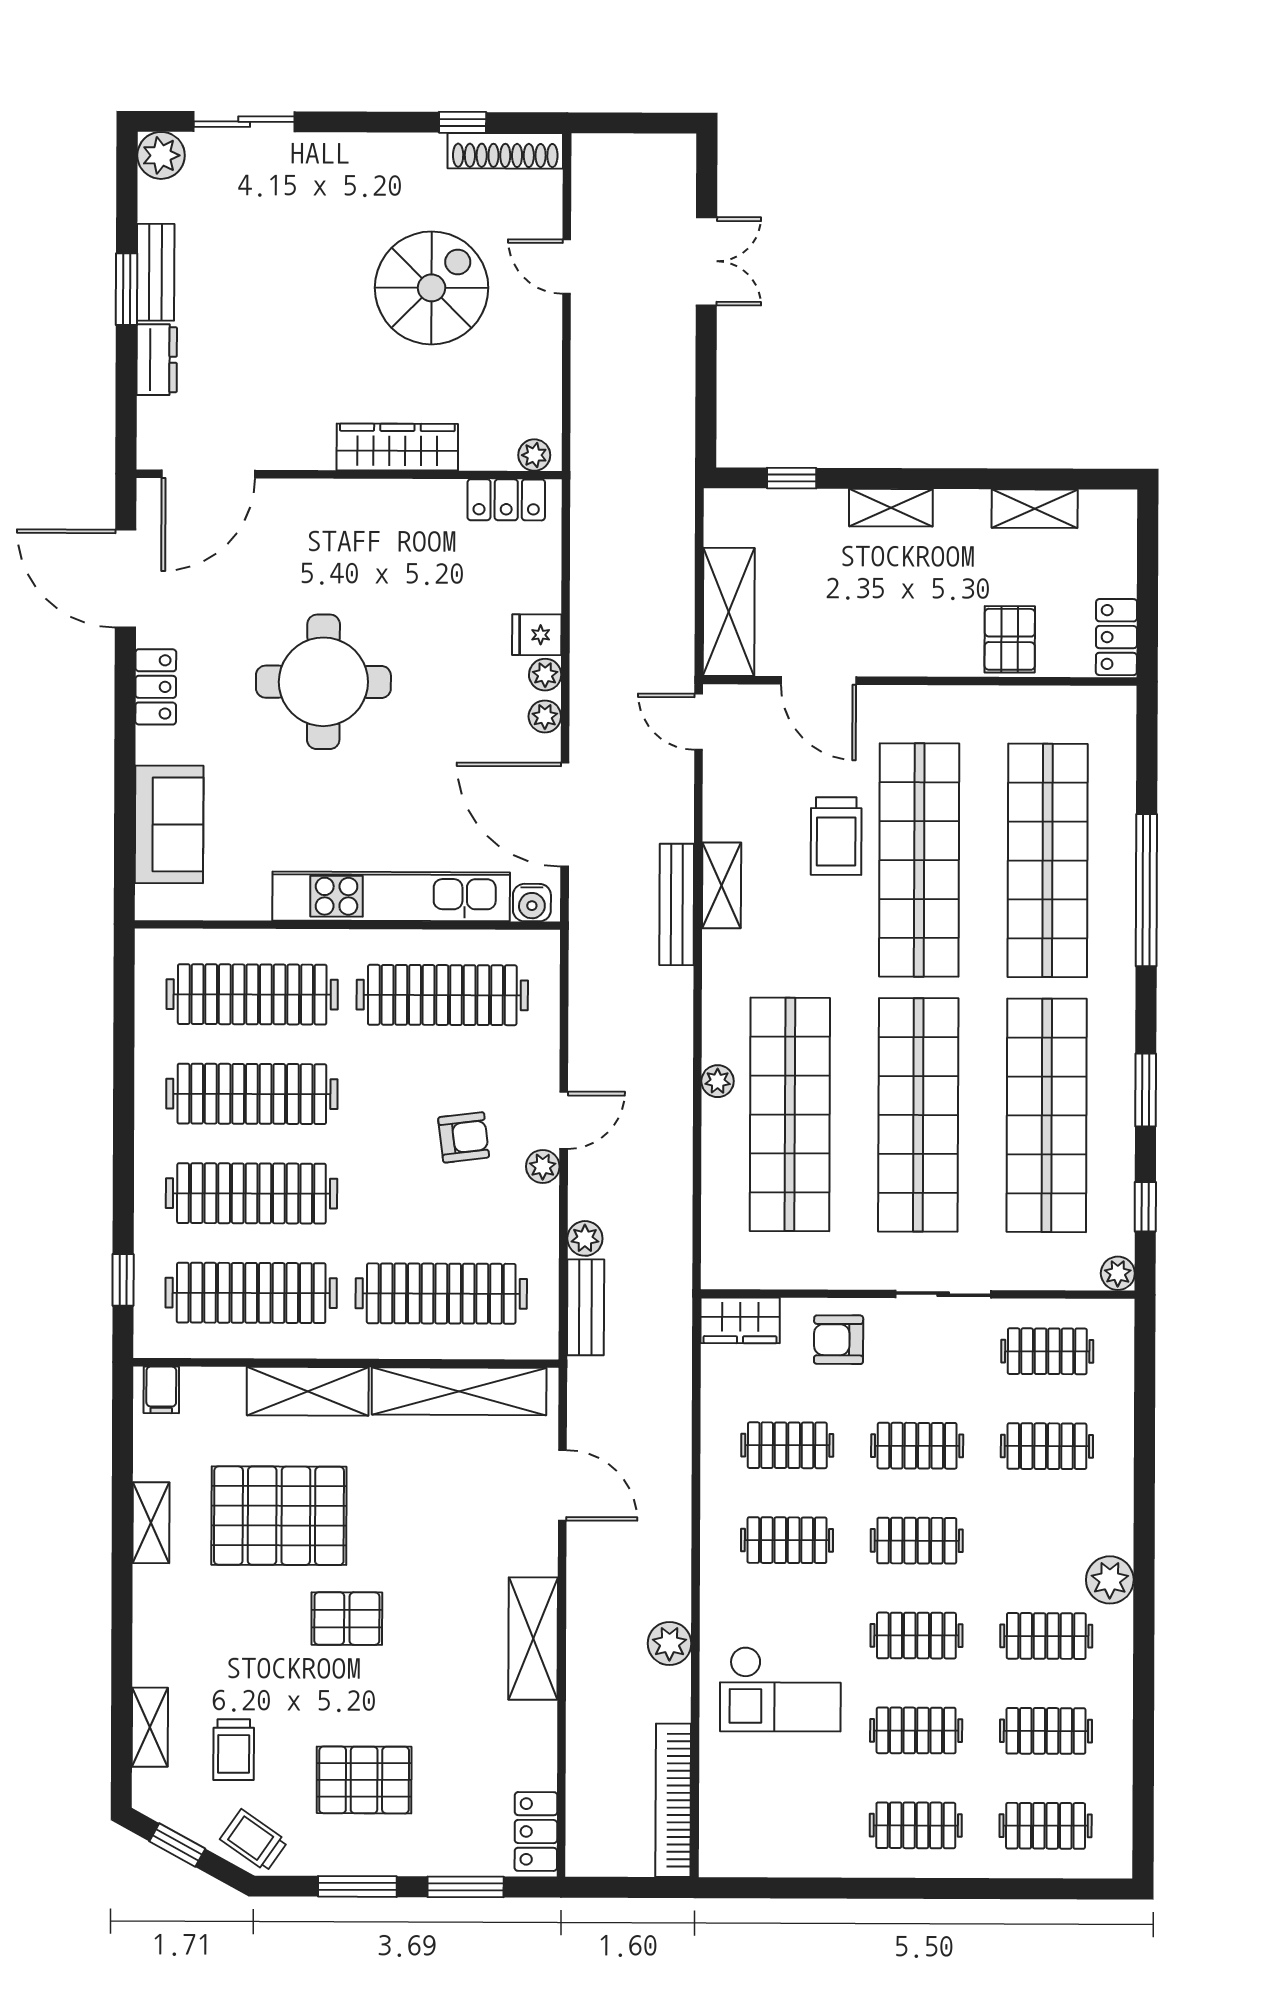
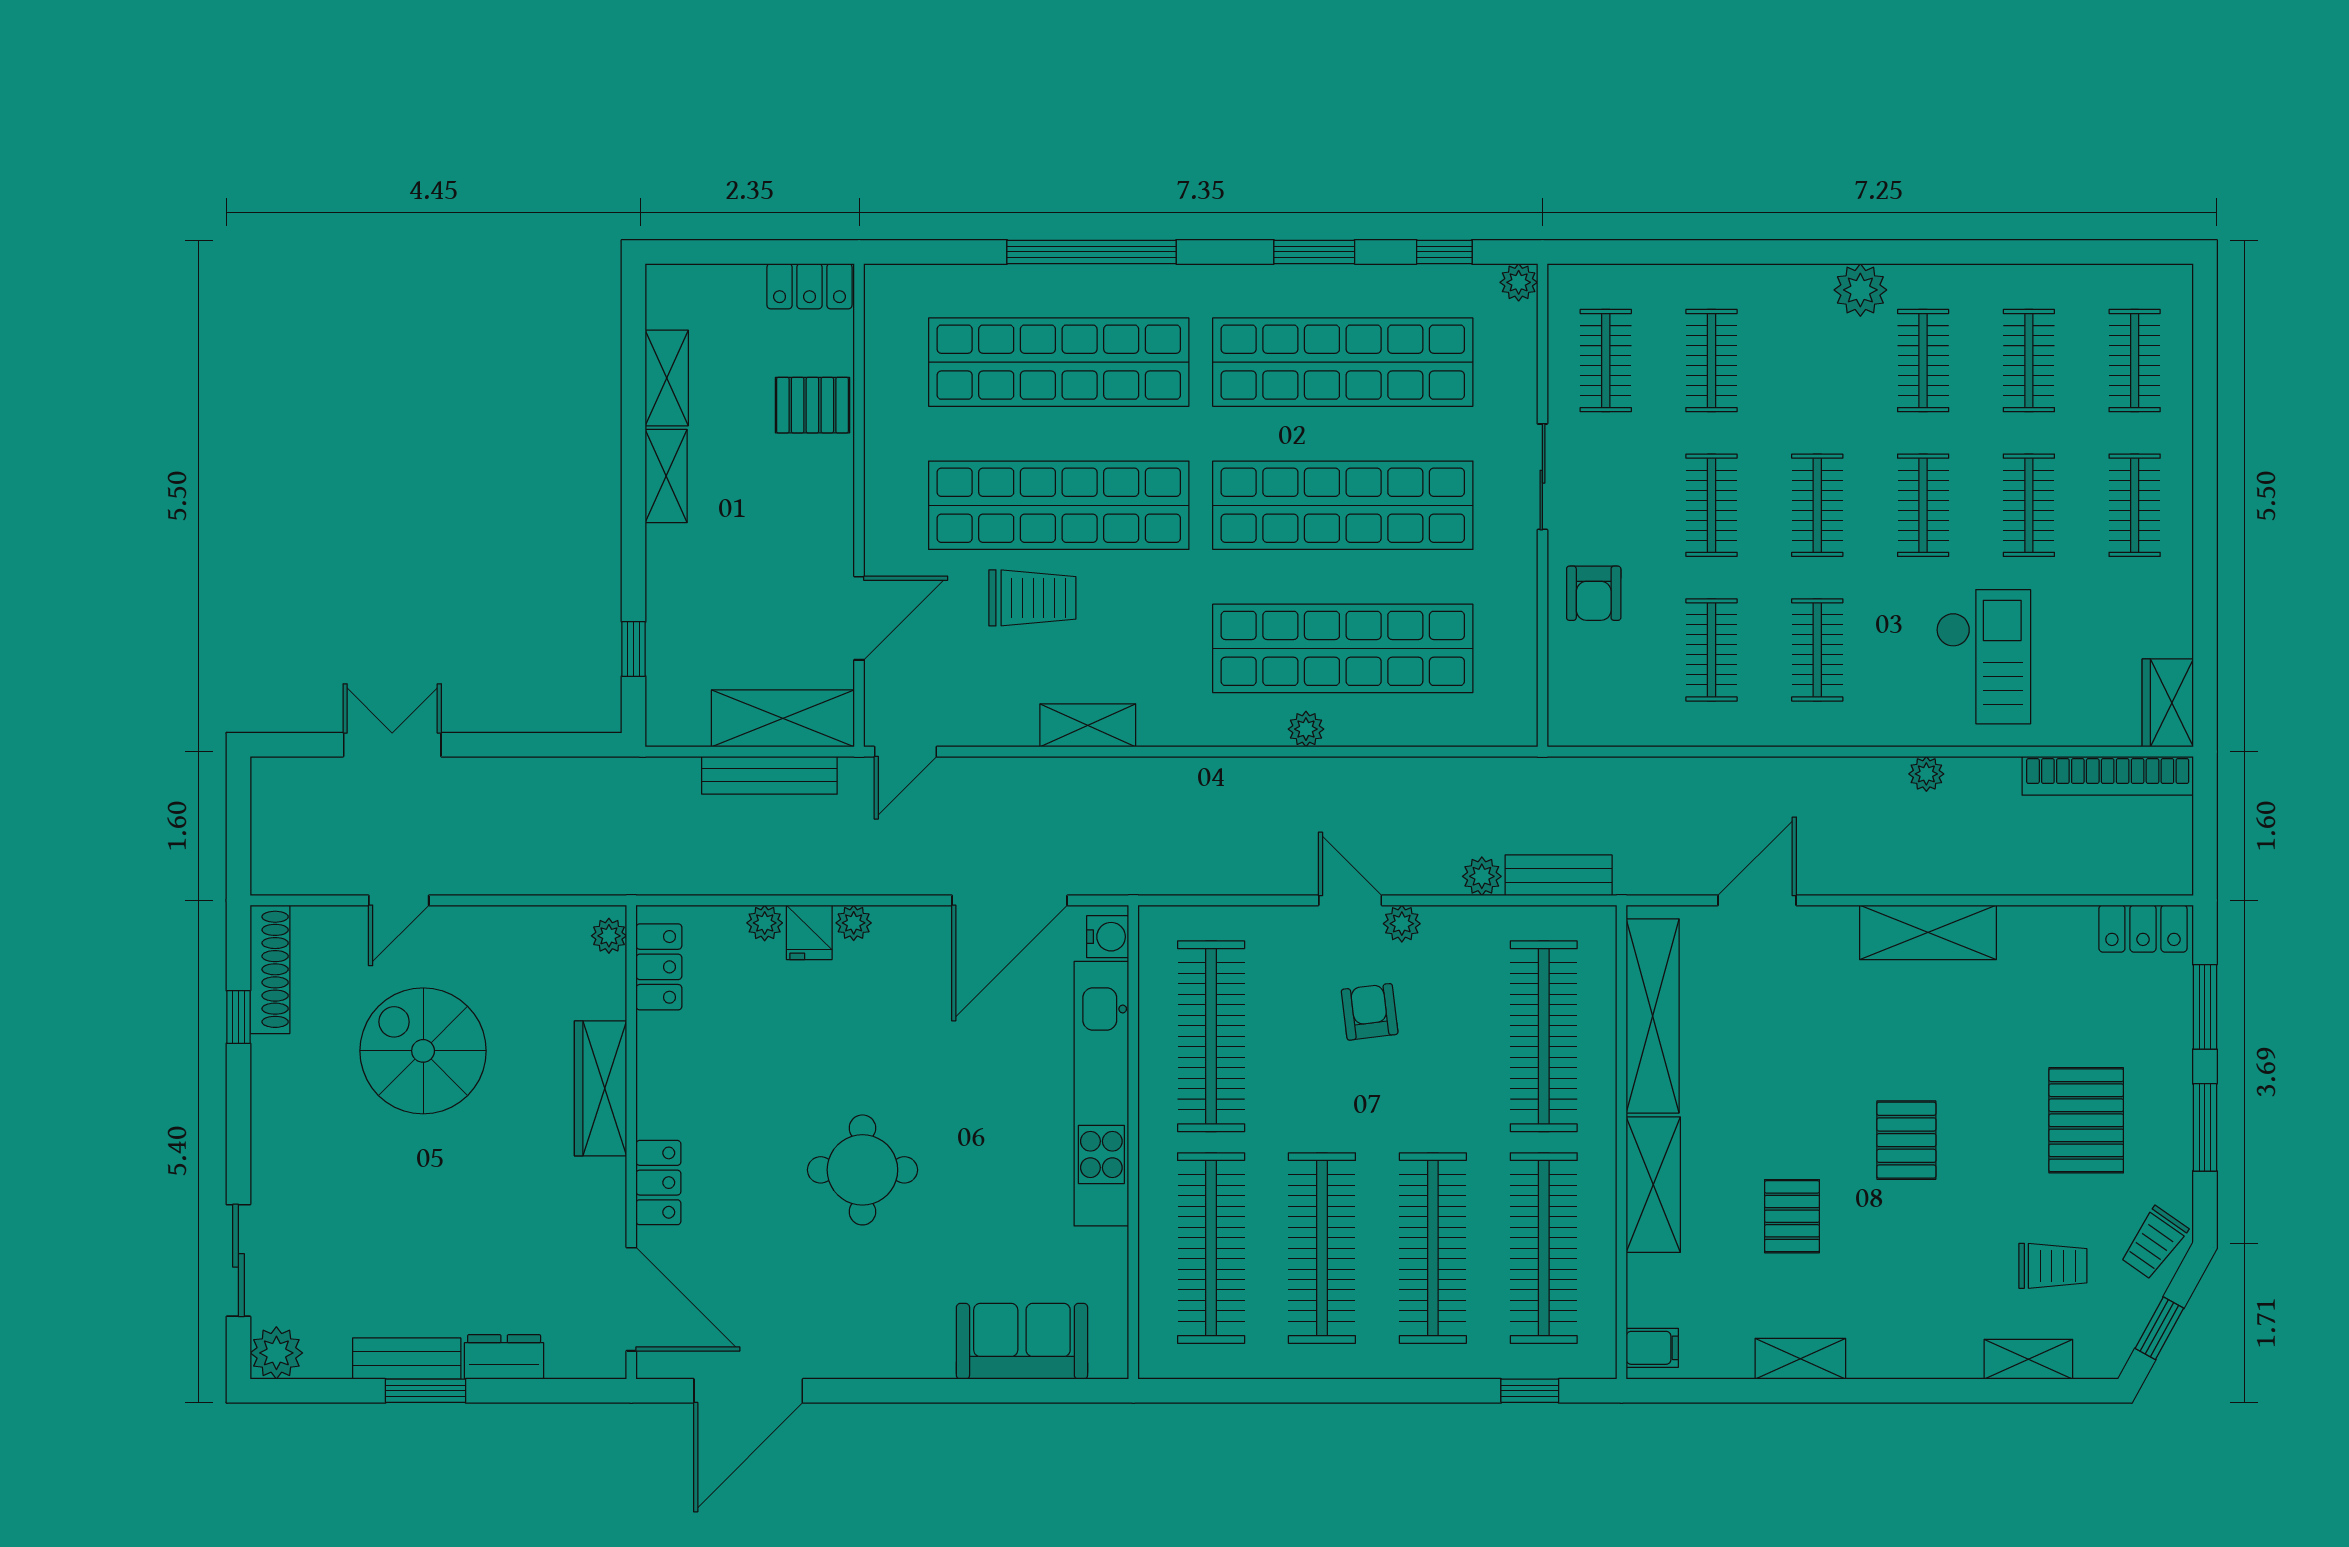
shelving: (891, 508) -> (666, 476), moved
round table: (323, 682) -> (862, 1170), width x0.73, depth x0.73
locker: (156, 687) -> (658, 1183), moved, turned 90
plant: (545, 716) -> (765, 923), moved
bench: (677, 904) -> (769, 775), moved
wardrobe: (740, 1320) -> (2168, 703), moved, turned 180
pallet: (279, 1516) -> (1792, 1216), width x0.49, depth x0.50
plant: (669, 1643) -> (1926, 774), width x0.73, depth x0.73

